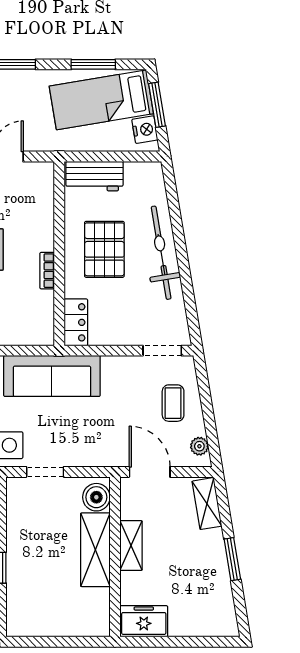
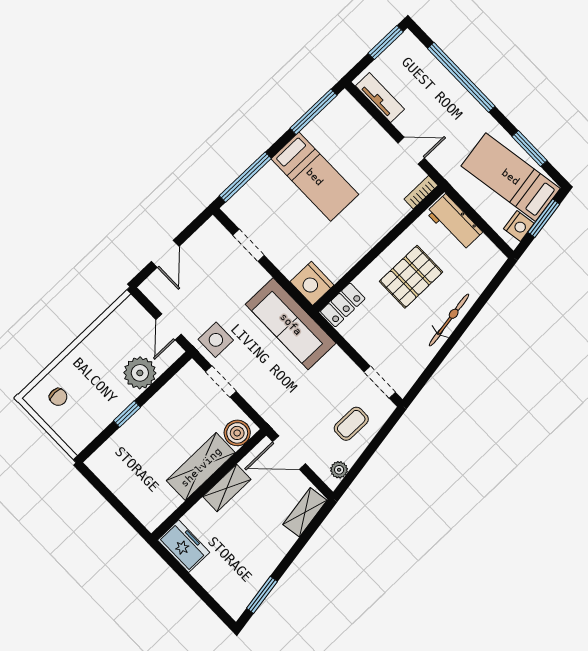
bicycle: (161, 253) -> (449, 320), width x0.73, depth x0.71
bookcase: (47, 271) -> (421, 192), moved
nightstand: (37, 330) -> (312, 283), added
door: (150, 472) -> (289, 453), swing flipped
window: (232, 559) -> (262, 595), moved

